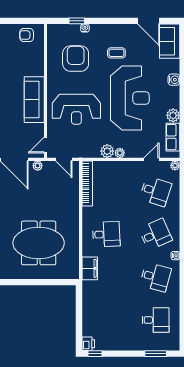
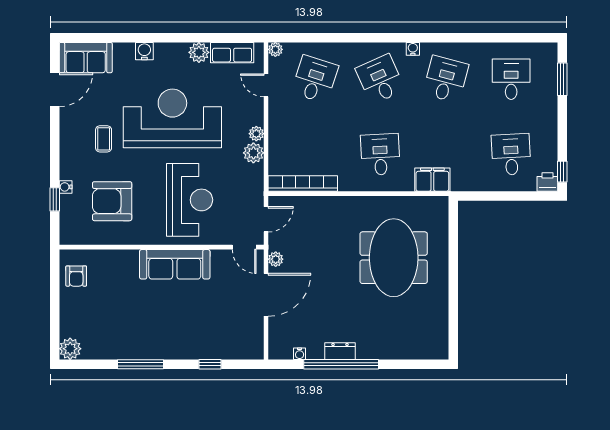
desk: (106, 320) -> (511, 154), added

